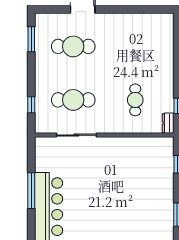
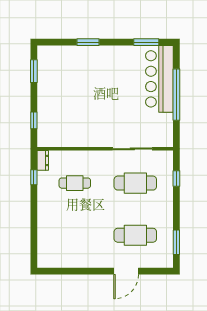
cafe table: (135, 100) -> (75, 183), turned 90
window: (31, 191) -> (176, 95), width x1.46

